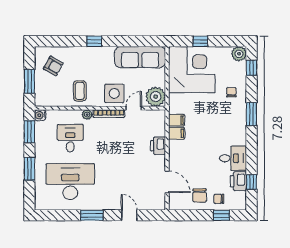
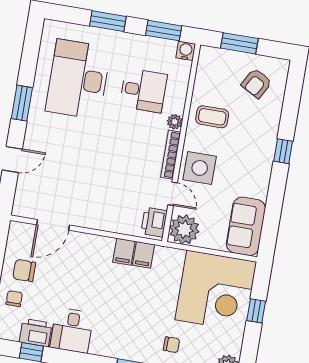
sofa: (140, 57) -> (246, 226), width x0.73
printer: (158, 146) -> (154, 222), moved, turned -90
desk: (70, 182) -> (78, 79), turned 180

